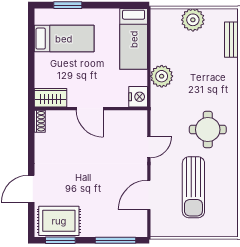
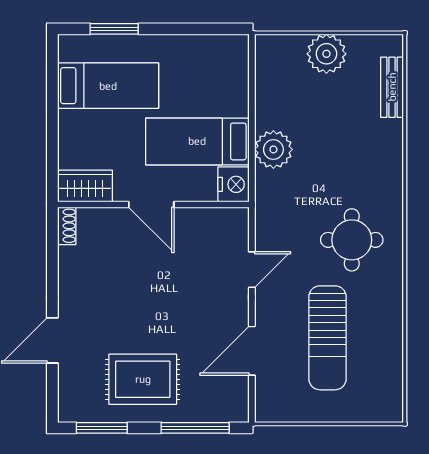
bed: (134, 39) -> (197, 141), moved, turned 90
rug: (59, 221) -> (143, 379), moved

